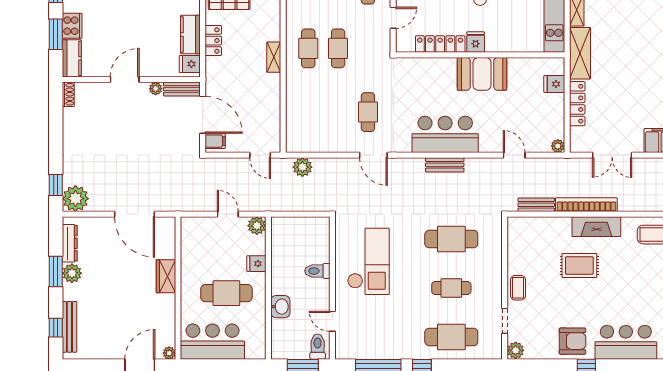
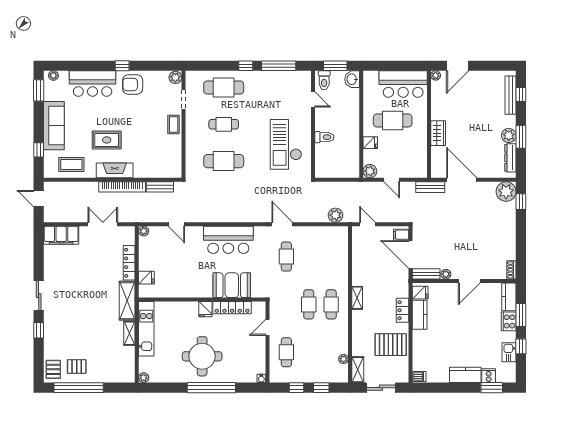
booth: (482, 74) -> (232, 285), moved
bench: (445, 165) -> (430, 187), moved
rug: (579, 266) -> (107, 140), moved
washbasin: (280, 307) -> (352, 79), moved

